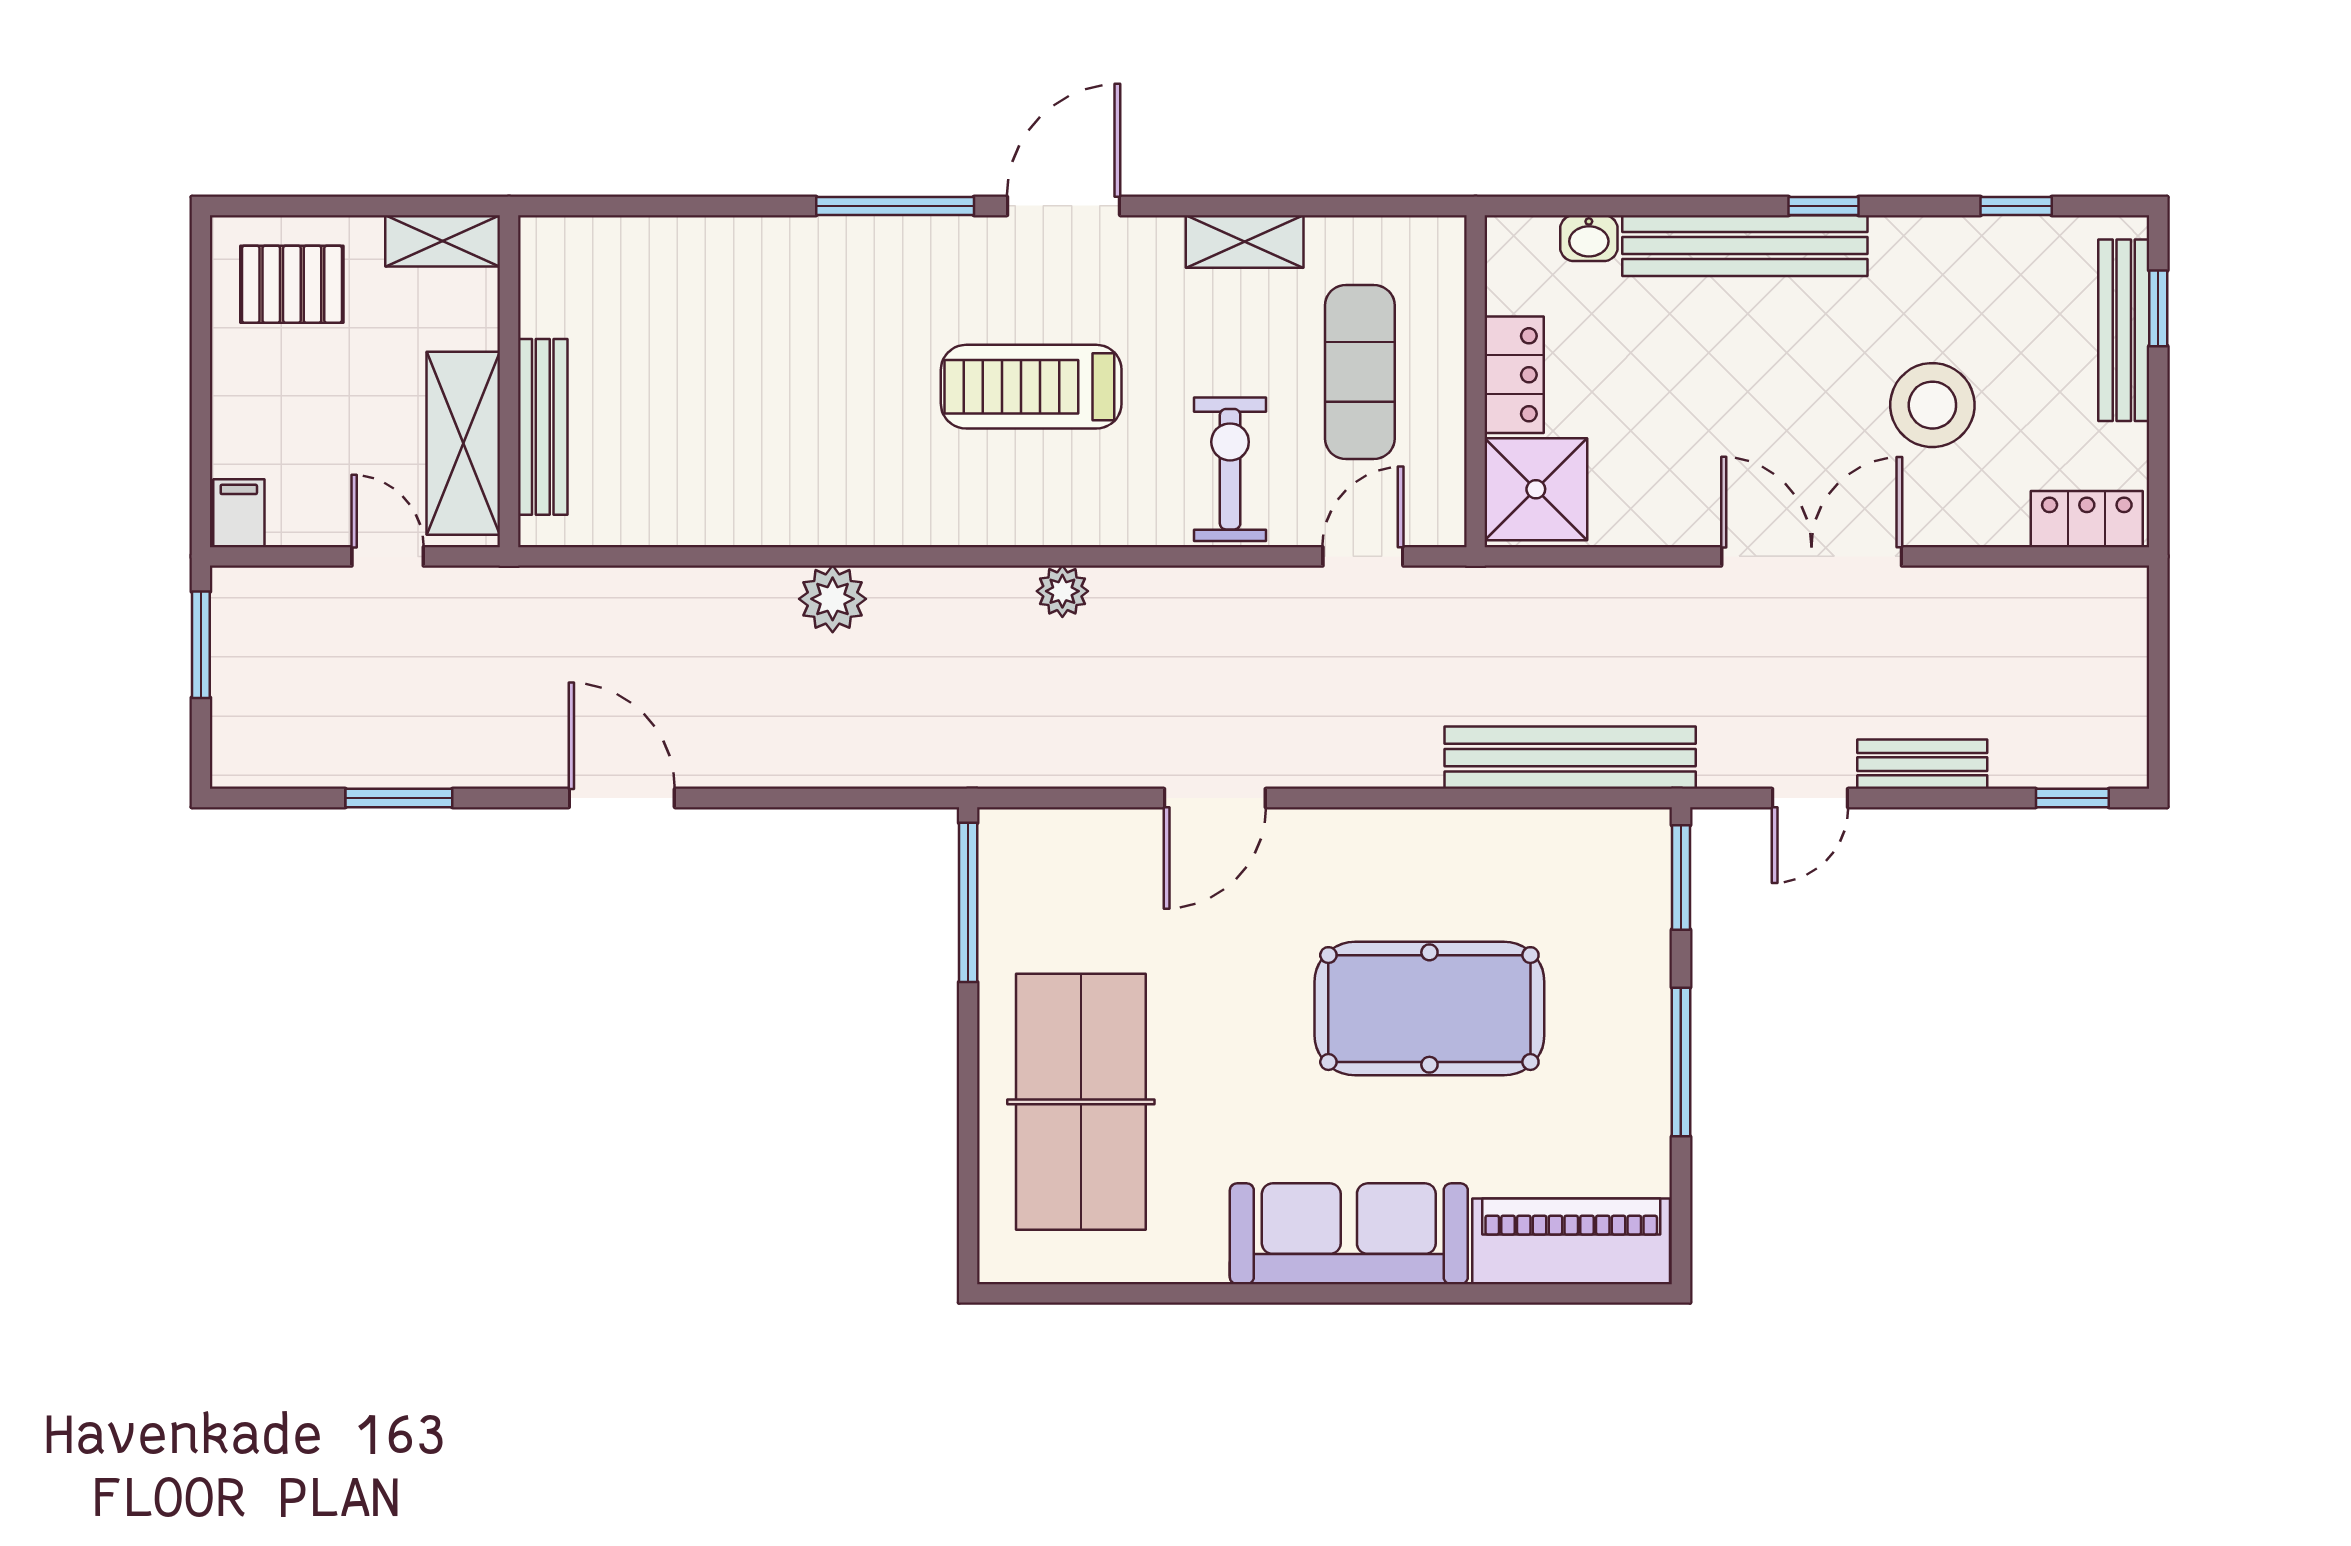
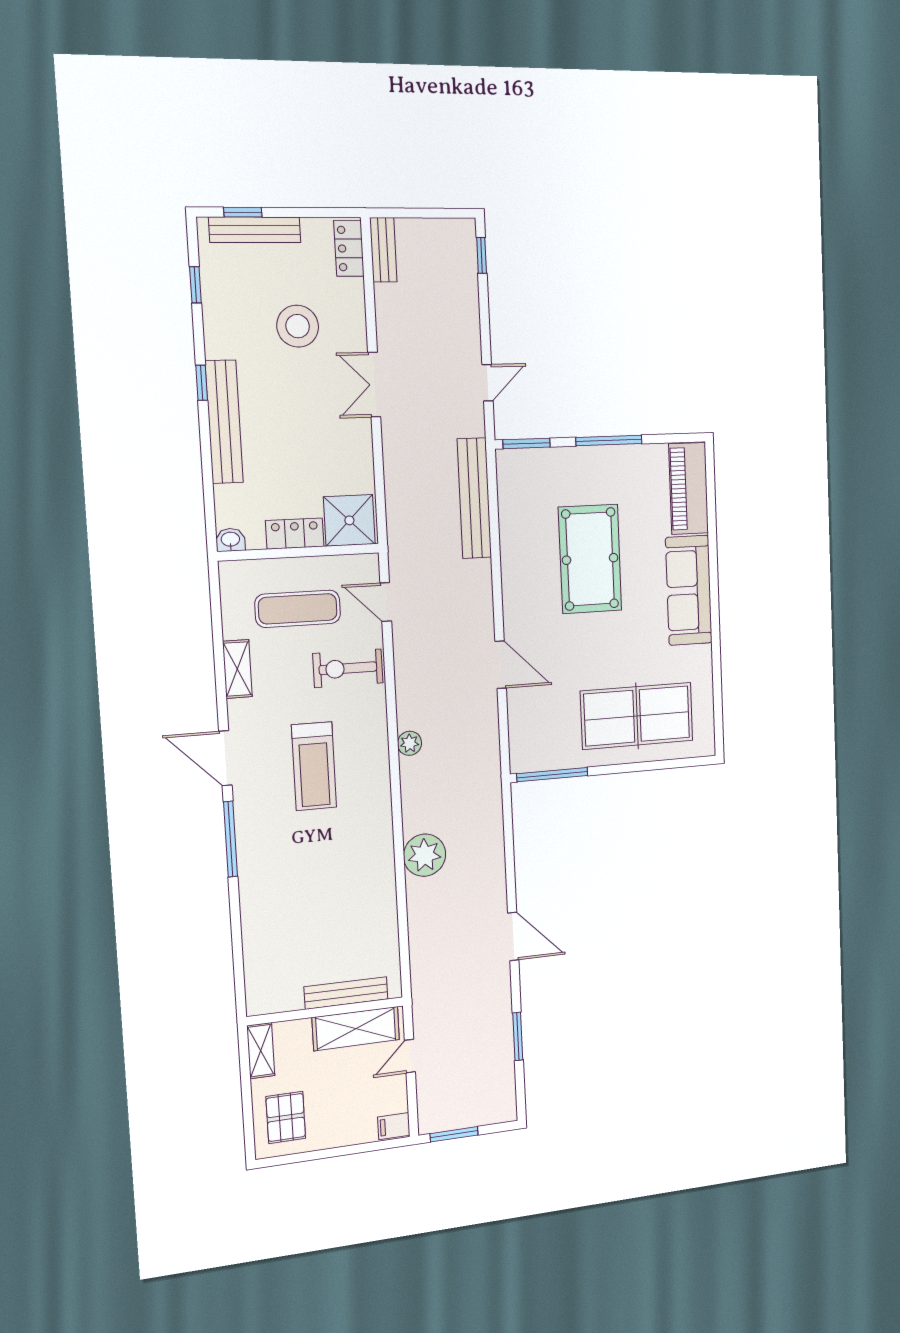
washbasin: (1589, 238) -> (230, 540), moved, turned -90
double door: (1812, 556) -> (374, 385), width x0.73
plant: (833, 599) -> (425, 855), width x1.36, depth x1.36
bench: (1922, 764) -> (383, 250), moved
door: (622, 798) -> (513, 936), swing flipped
door: (1810, 798) -> (488, 383), hinge flipped

